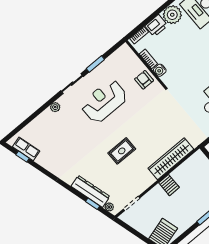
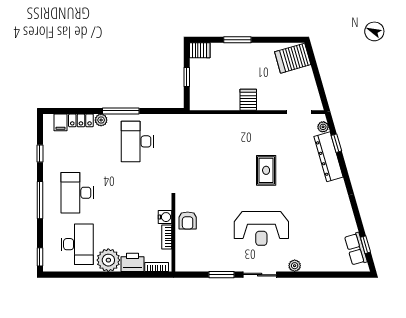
reception desk: (104, 101) -> (261, 228), moved
rug: (122, 151) -> (266, 170), turned 90
wardrobe: (171, 159) -> (225, 123), removed

